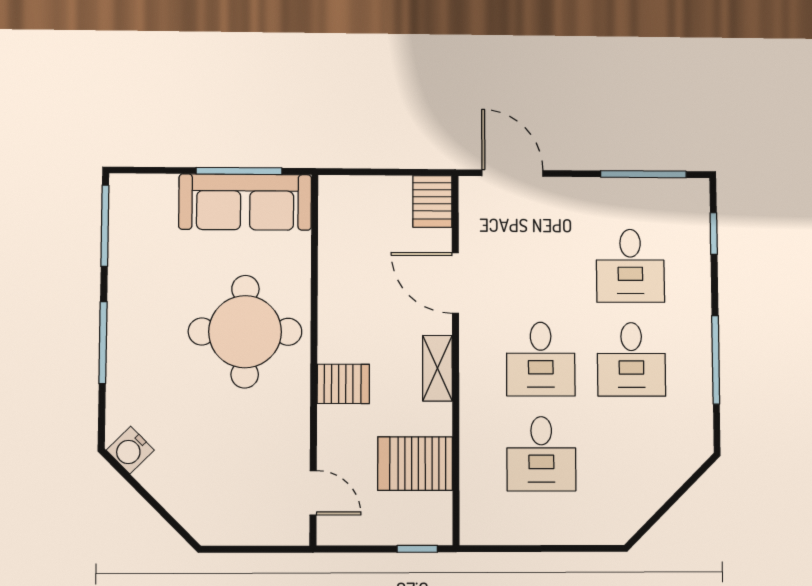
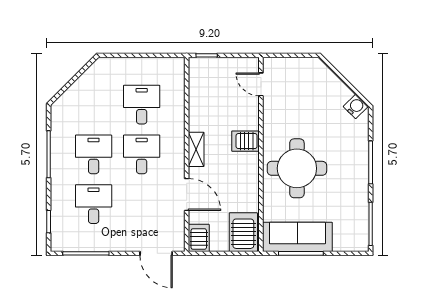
server rack: (415, 464) -> (243, 232), moved, turned -90

